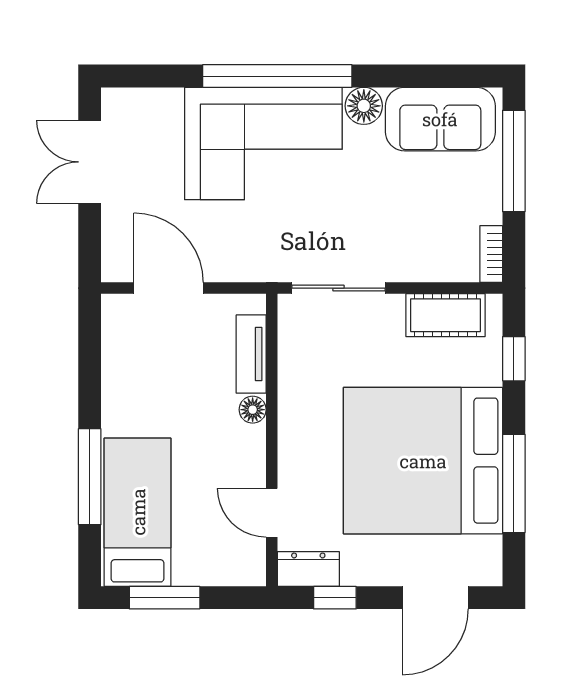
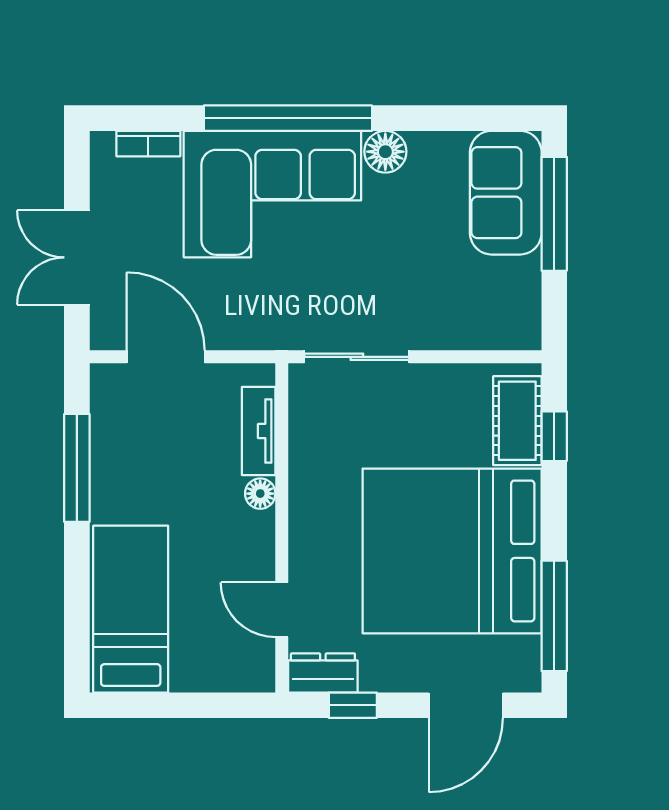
sofa: (440, 119) -> (506, 193), moved, turned 90
double door: (90, 162) -> (77, 257), moved
bookcase: (491, 254) -> (148, 144), moved, turned -90
cot: (446, 315) -> (517, 421), moved, turned 90
window: (90, 477) -> (77, 468), moved
window: (514, 483) -> (554, 616), moved
window: (165, 598) -> (161, 705), removed

